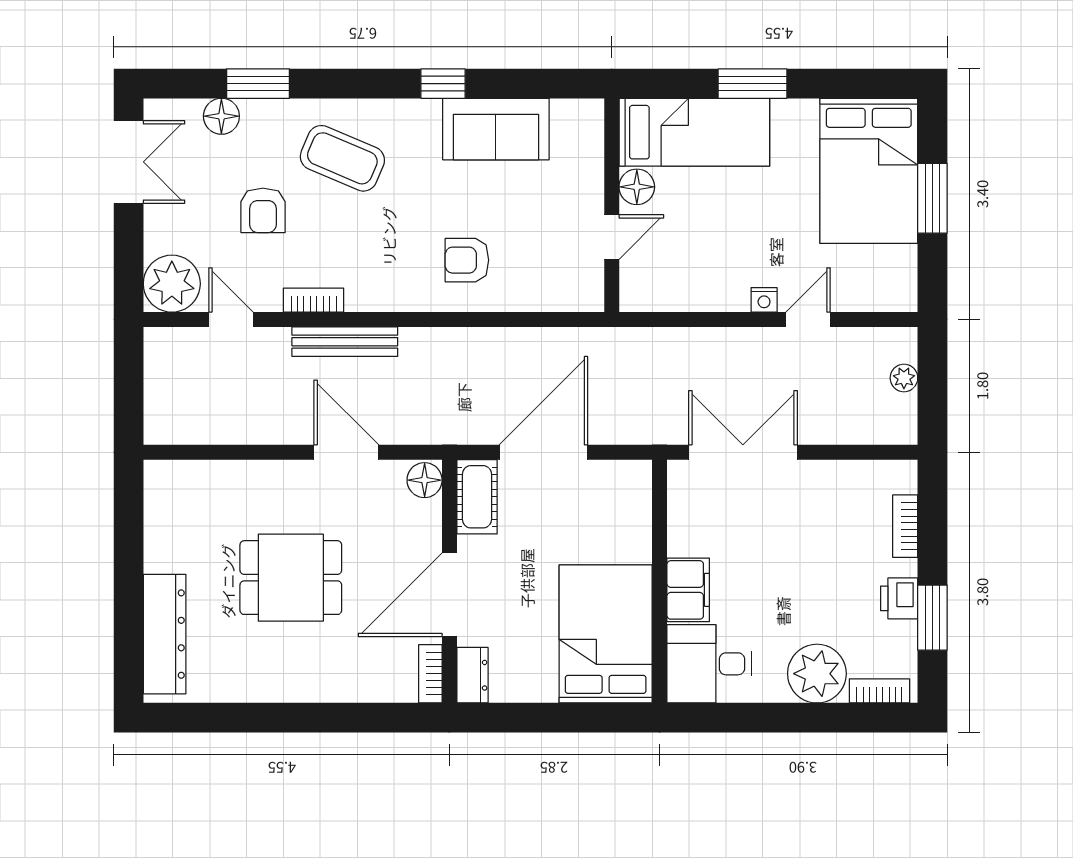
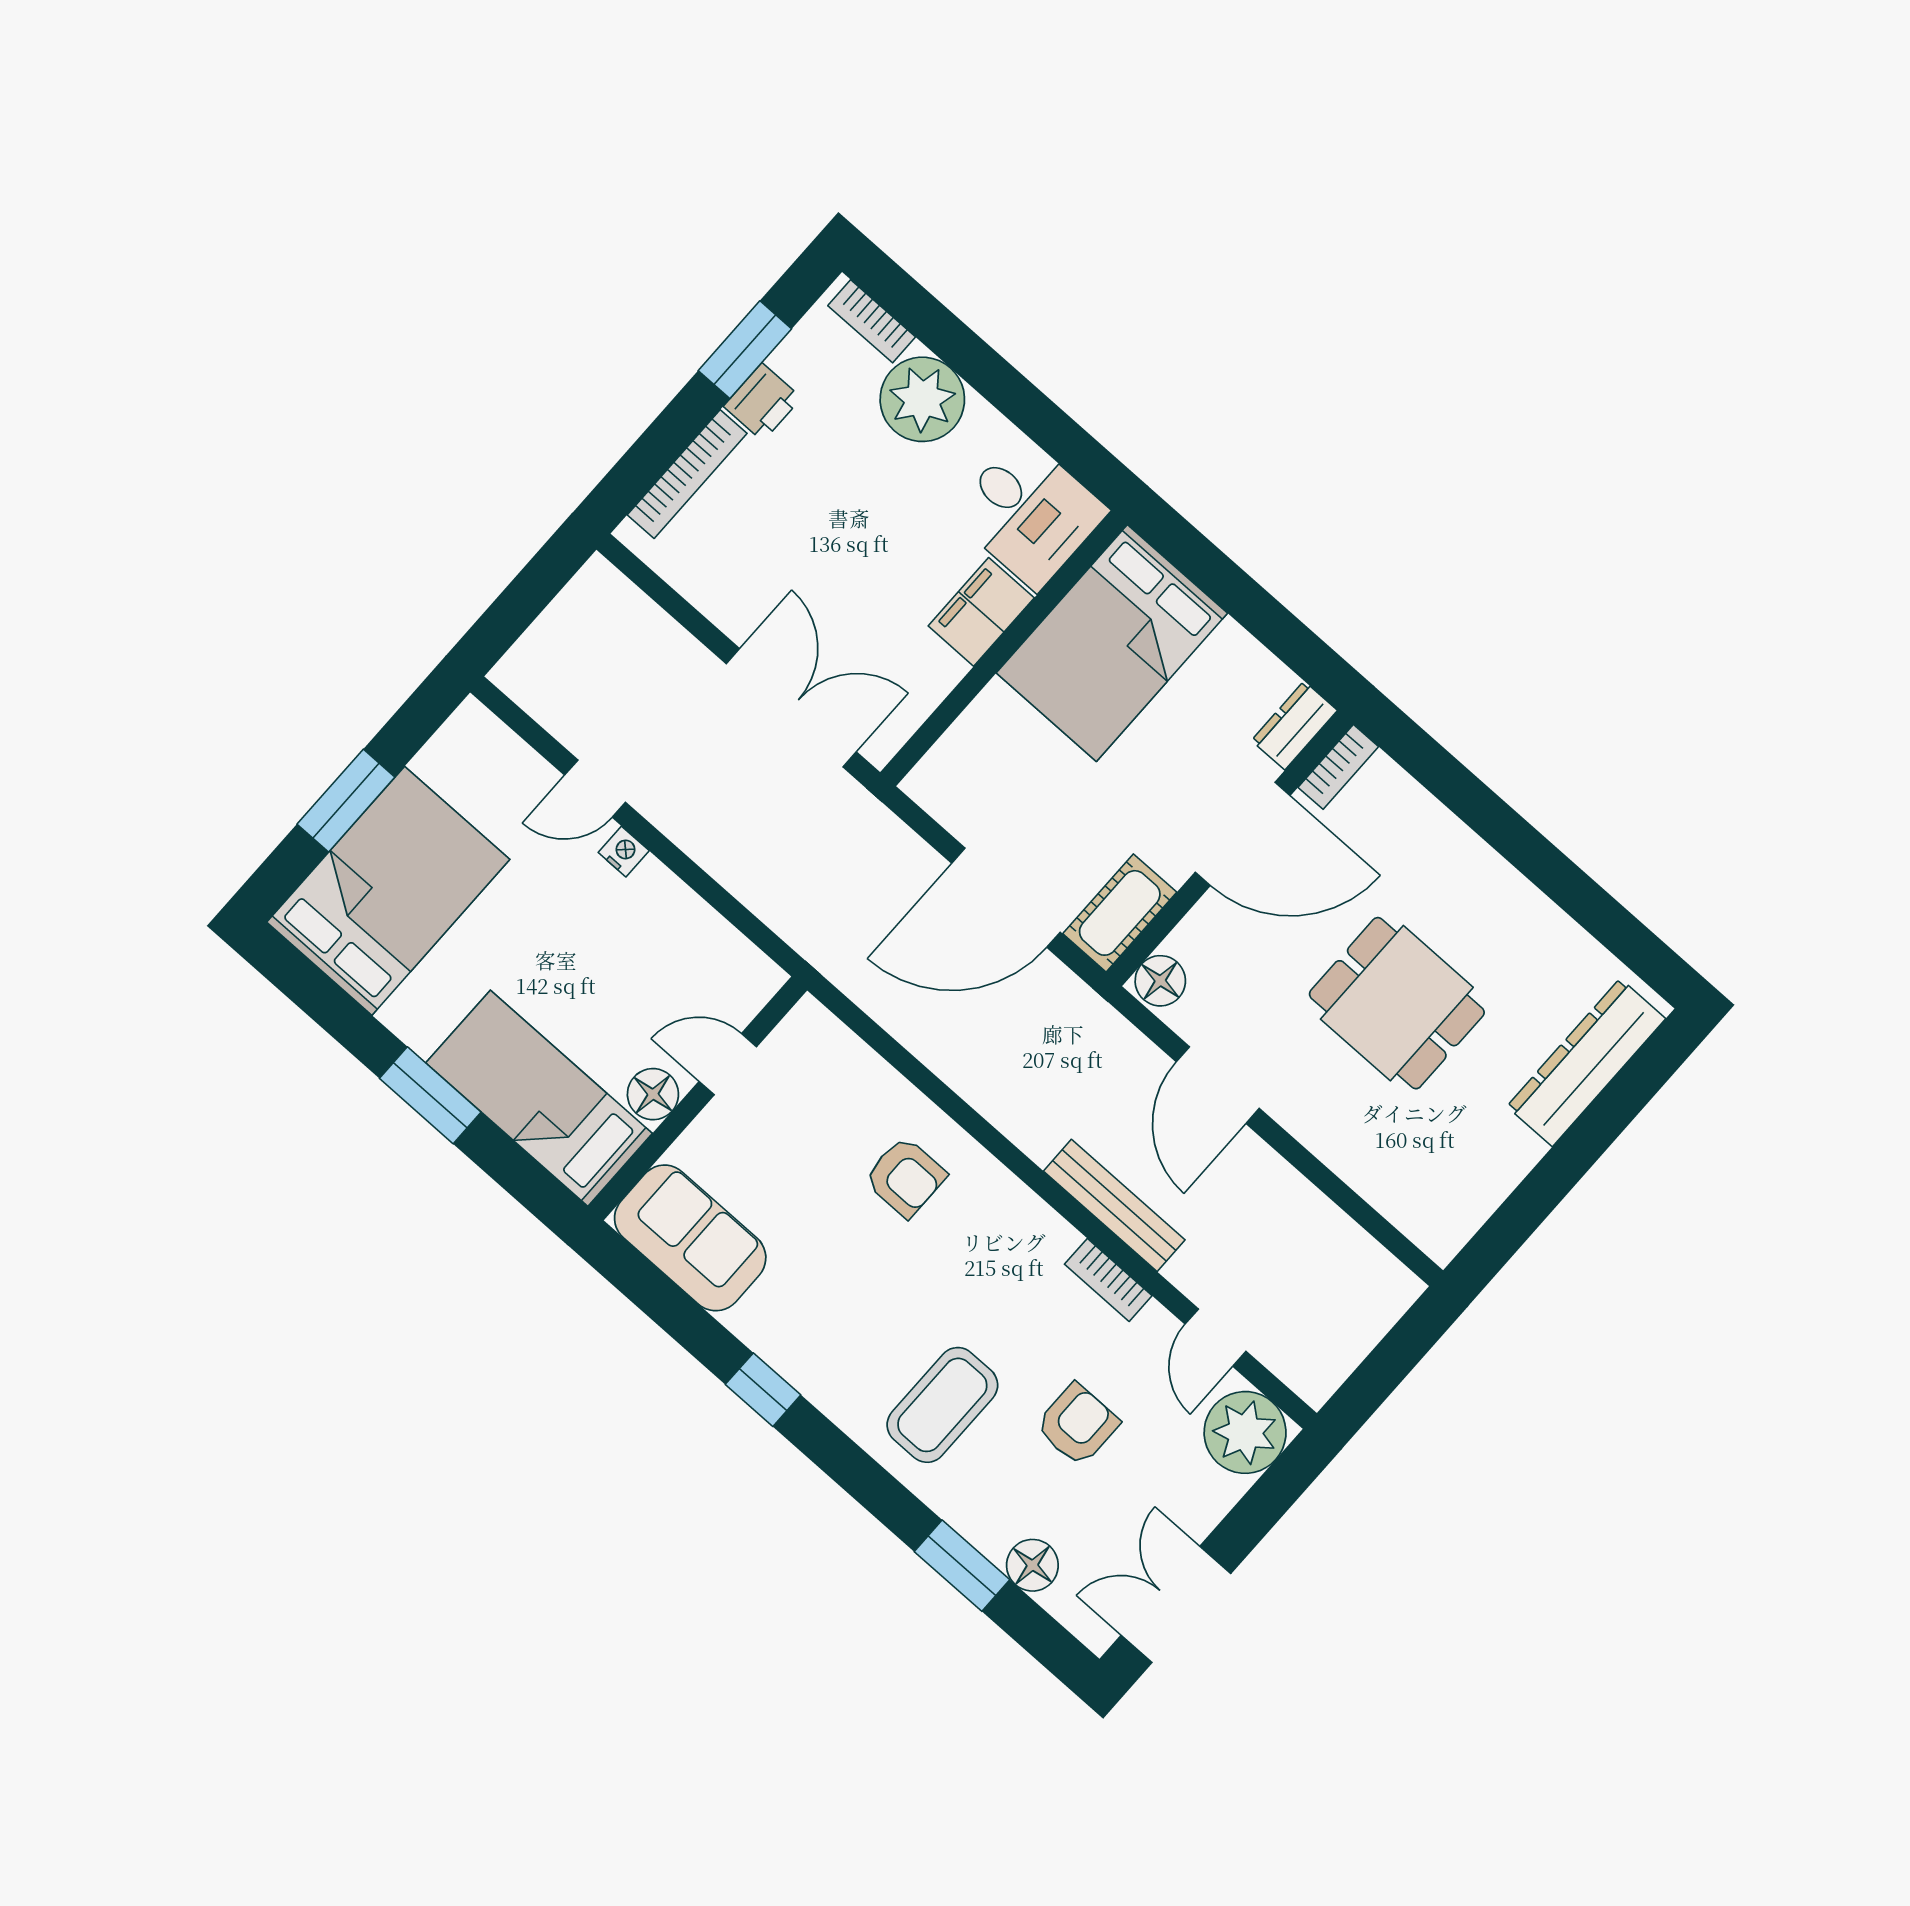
sofa: (496, 129) -> (690, 1238), moved
coffee table: (342, 158) -> (942, 1405), turned 67
plant: (904, 378) -> (548, 635), removed
double door: (743, 452) -> (791, 708), swing flipped
bookcase: (905, 526) -> (687, 474), width x1.56

